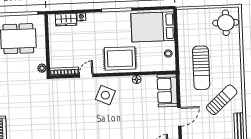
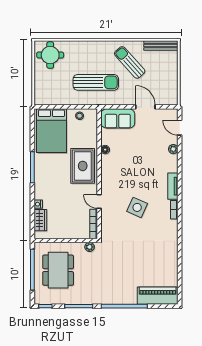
side table: (105, 95) -> (137, 207), moved

